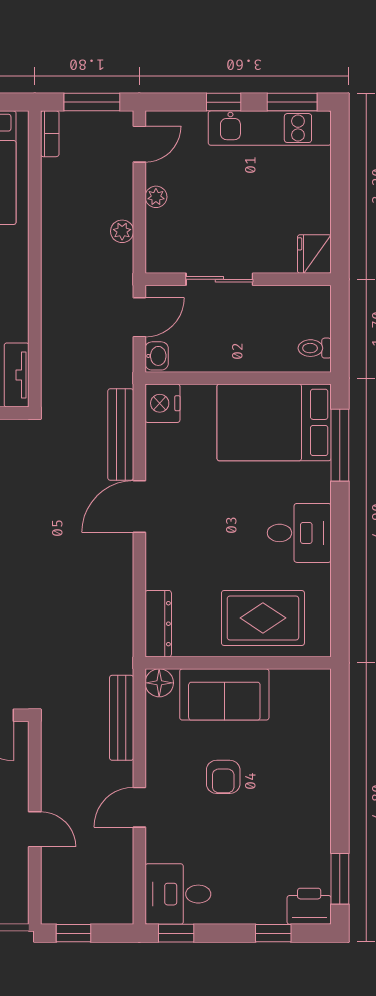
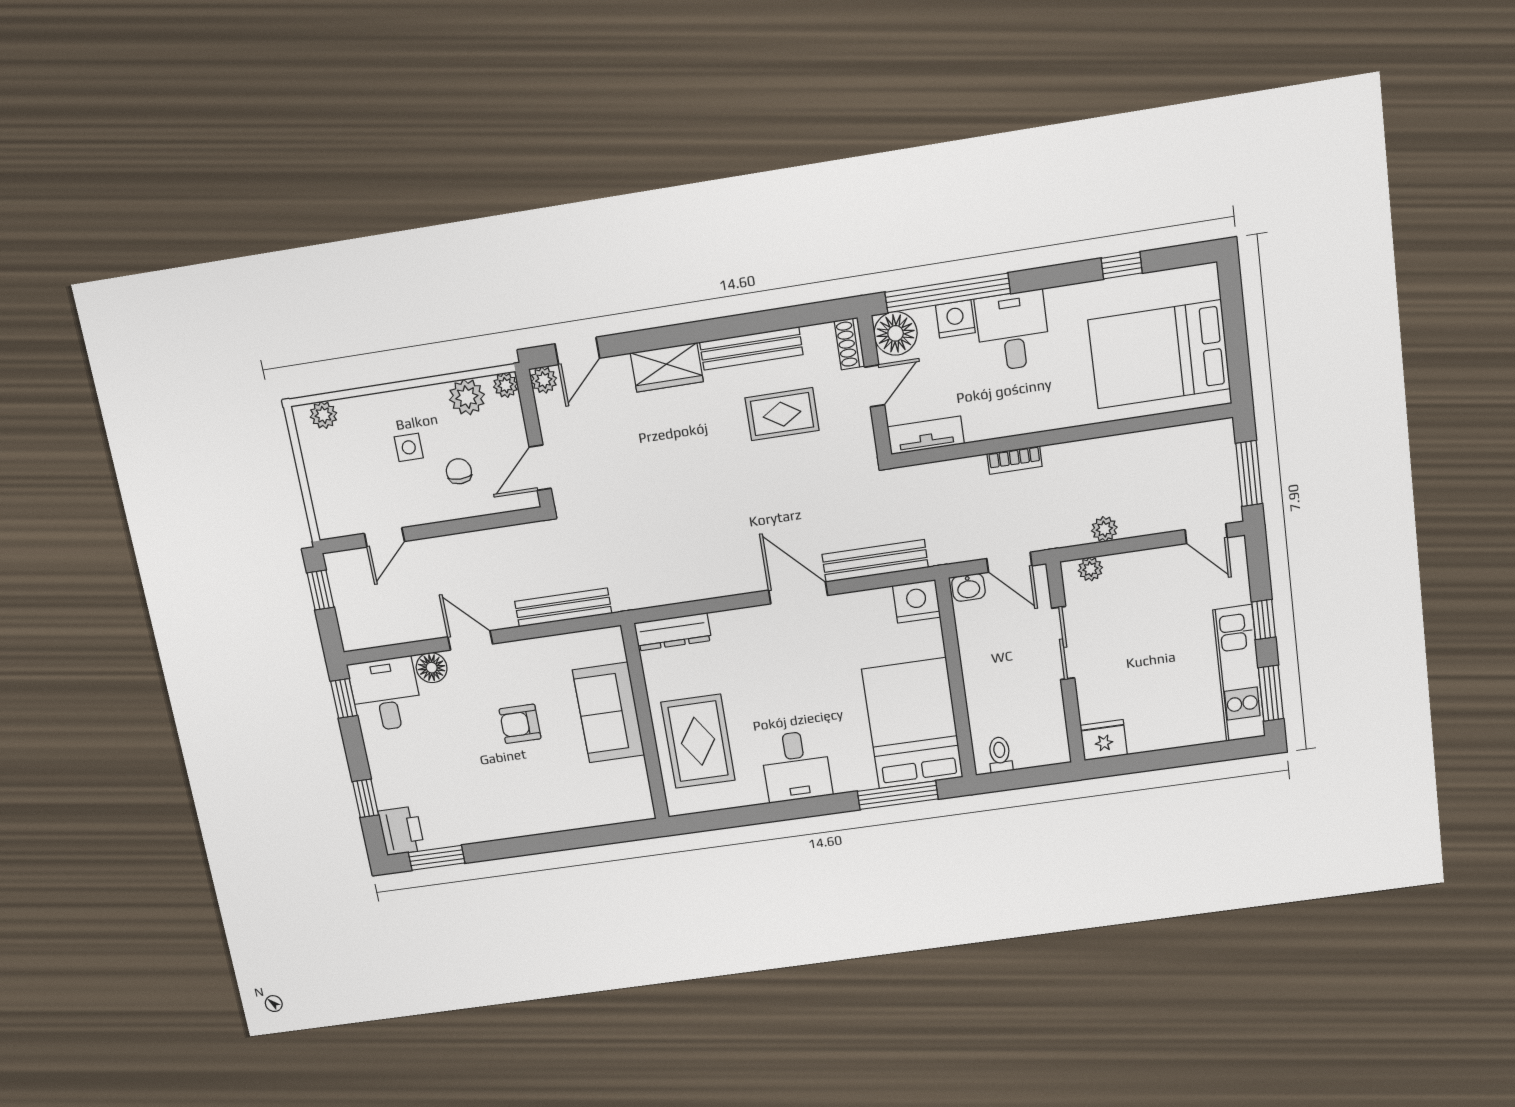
bookcase: (50, 134) -> (1015, 460), moved
plant: (156, 197) -> (1090, 569), moved
floor lamp: (159, 683) -> (432, 668), moved
door: (35, 829) -> (384, 537), moved

